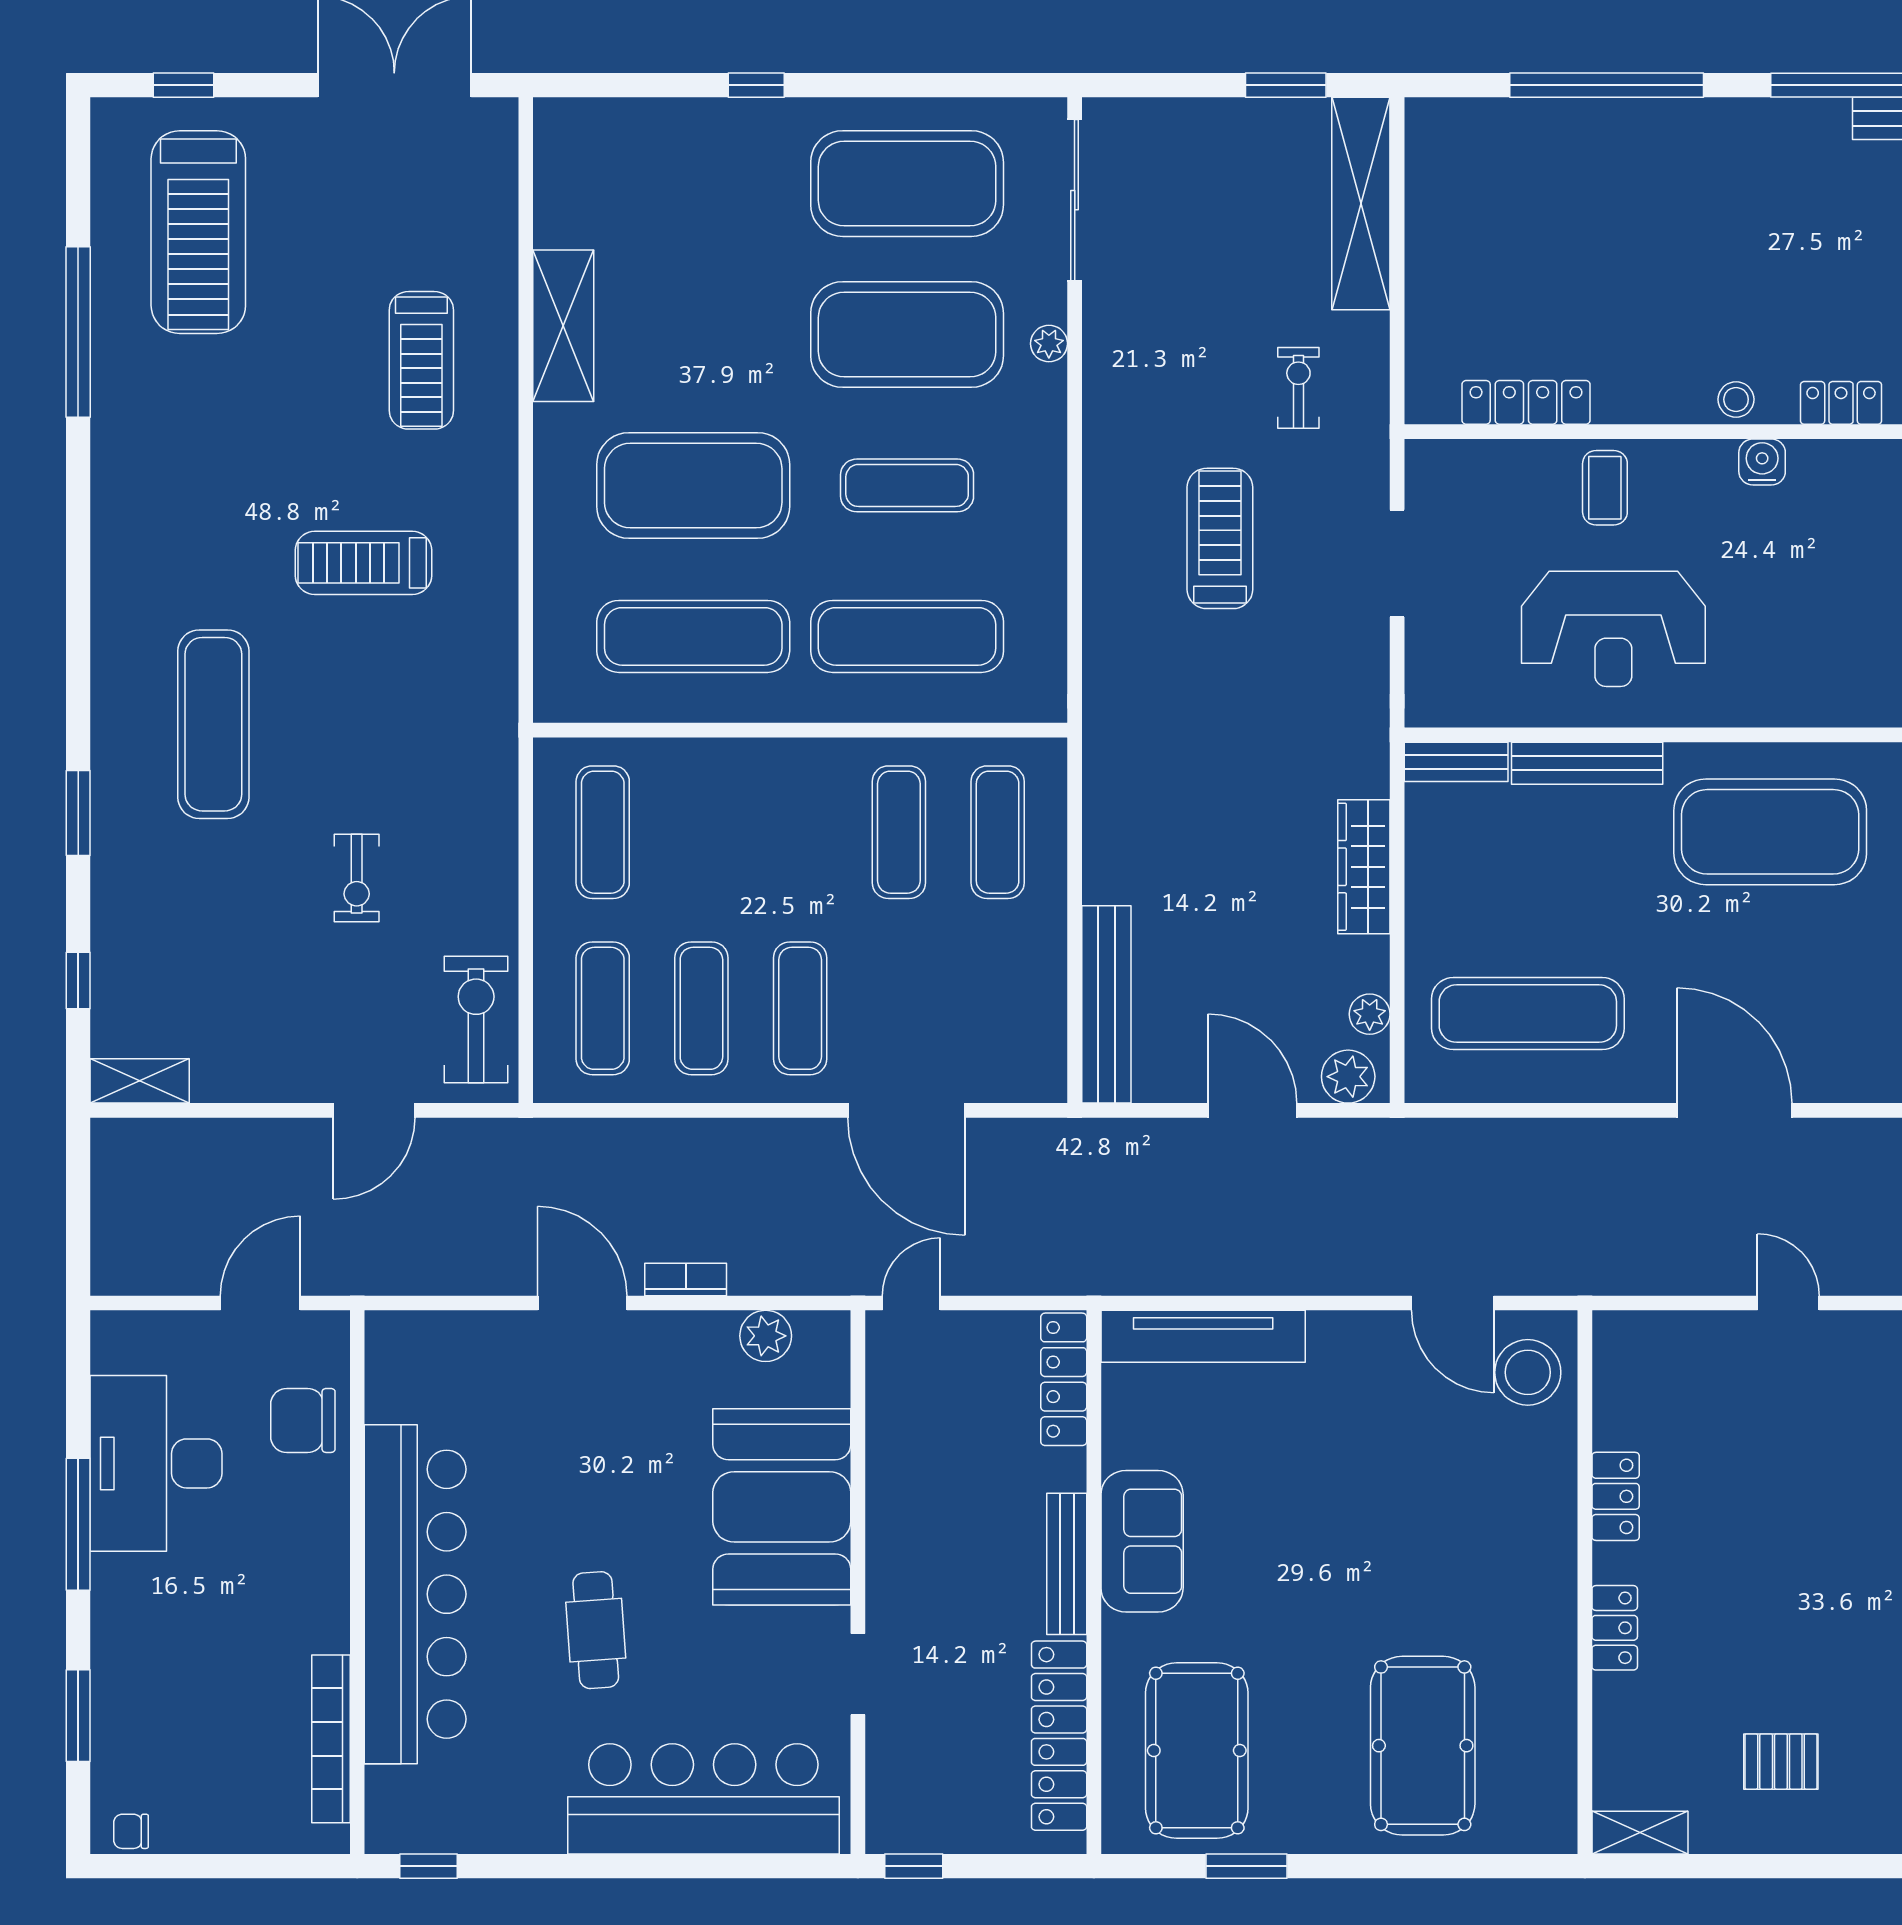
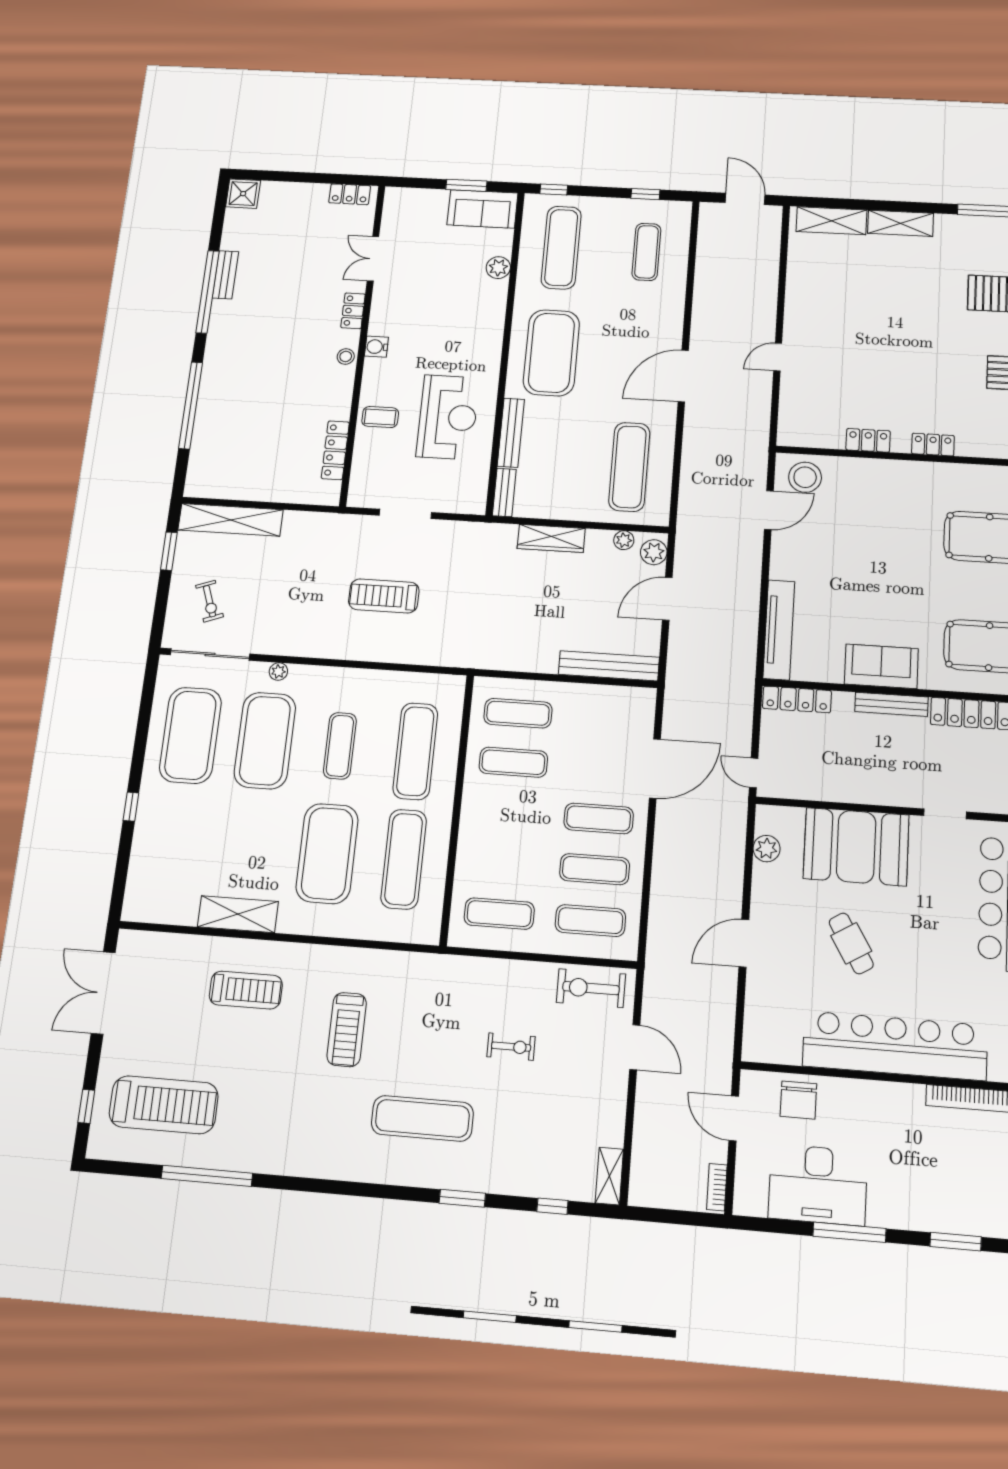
exercise bike: (1298, 388) -> (209, 601), moved, turned -110
bookcase: (686, 1279) -> (717, 1187), moved
cafe table: (596, 1630) -> (851, 943), moved, turned 63

